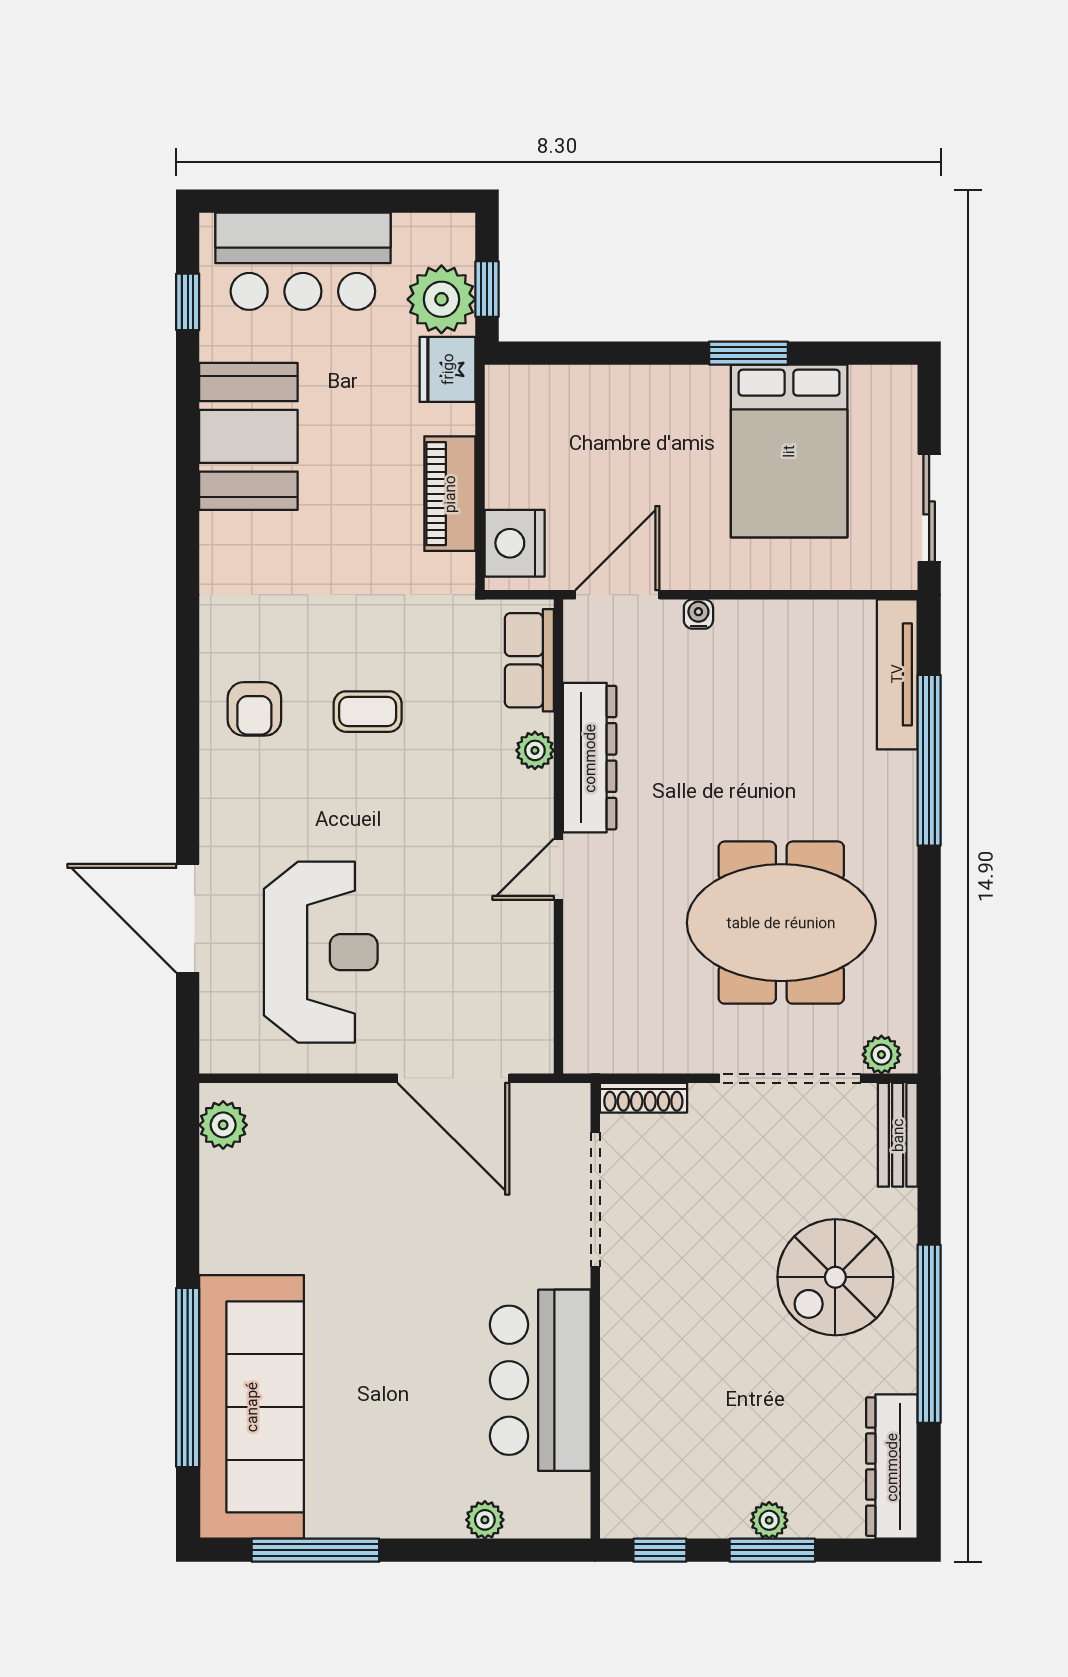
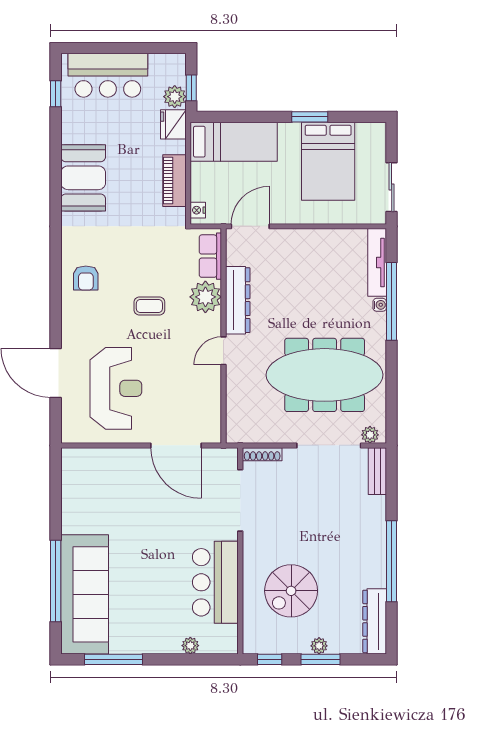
plant: (441, 299) -> (175, 97), width x0.73, depth x0.73
bed: (581, 408) -> (234, 142), added
booth: (248, 436) -> (83, 178), moved
nightstand: (515, 543) -> (198, 210), width x0.53, depth x0.56
water cooler: (698, 614) -> (380, 305), moved, turned 90
coffee table: (368, 712) -> (149, 306), moved
plant: (535, 750) -> (205, 297), width x1.87, depth x1.87
meeting table: (781, 923) -> (325, 375), width x1.36
plant: (223, 1125) -> (72, 467), removed
spiral stairs: (835, 1277) -> (291, 591), moved

